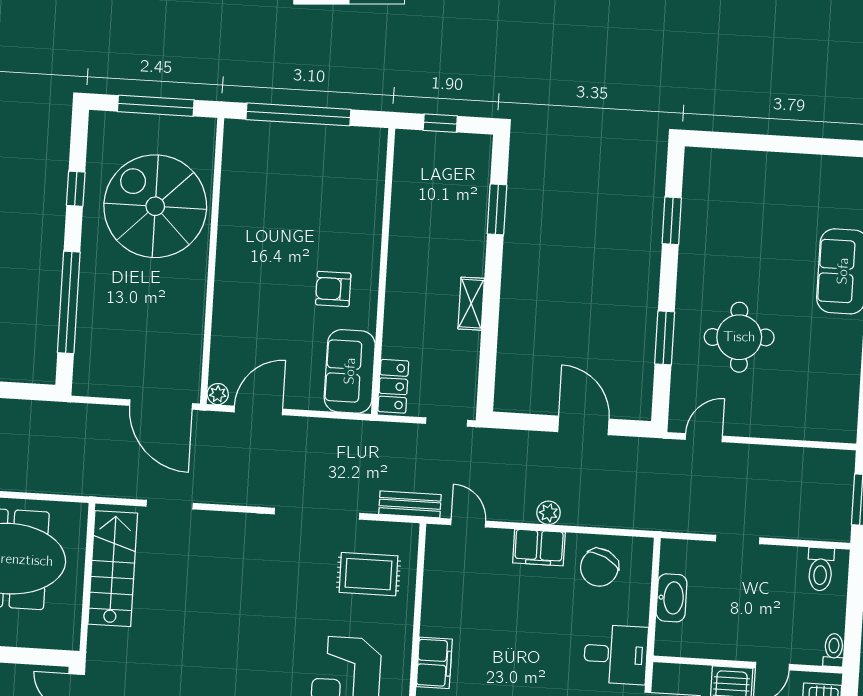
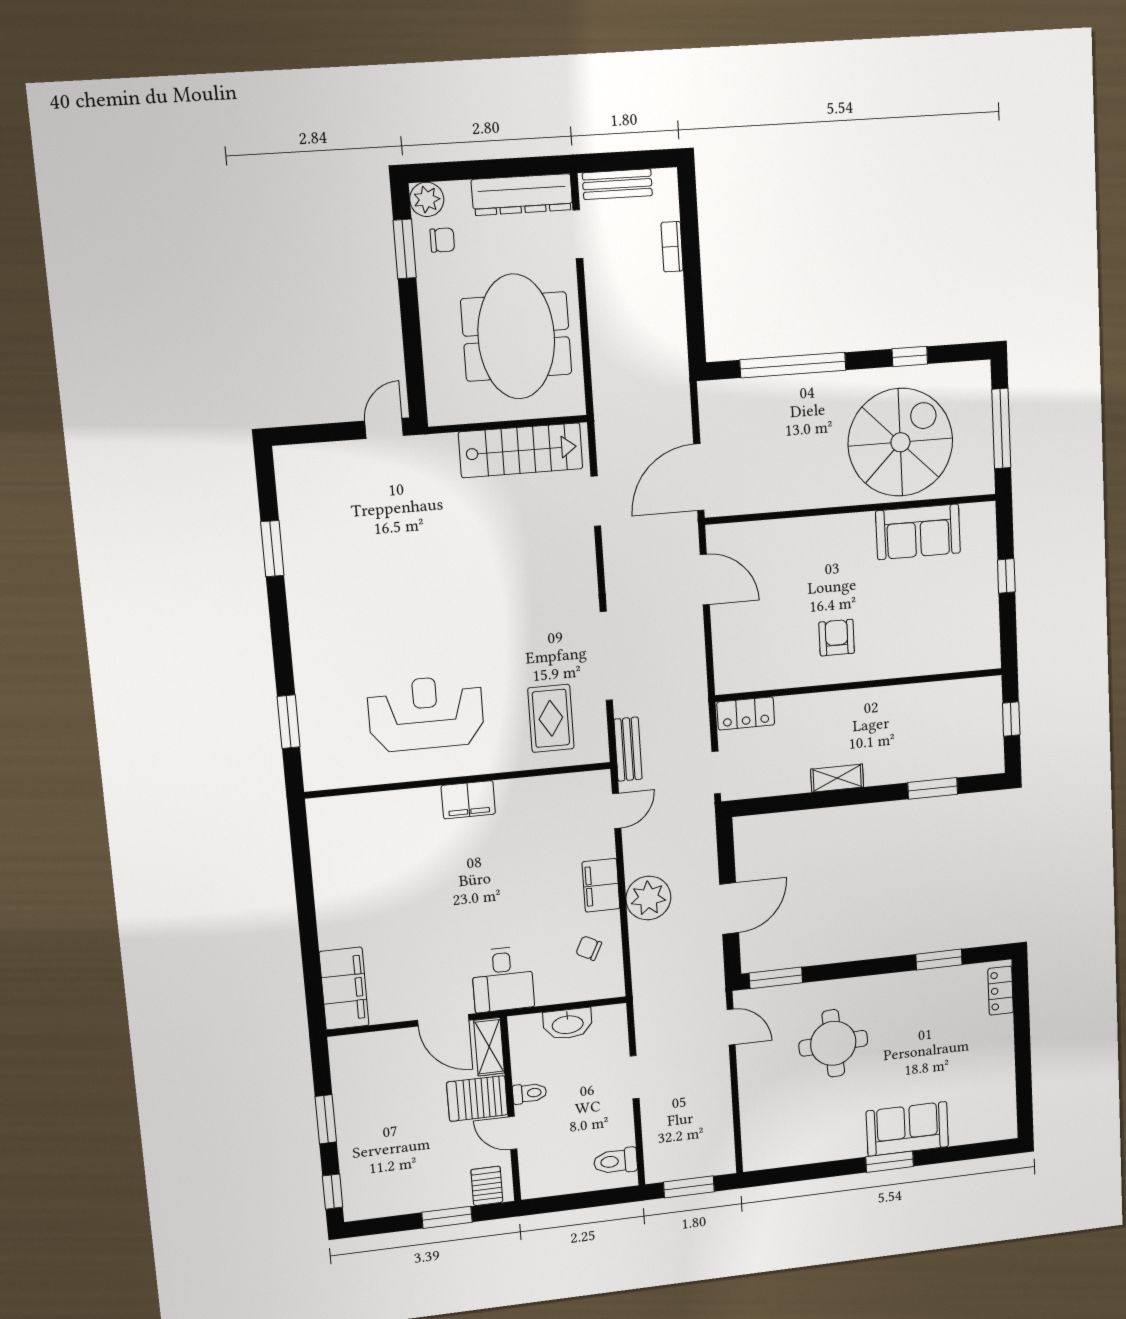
window: (298, 114) -> (1006, 576), width x0.32
locker: (715, 161) -> (1001, 991), added
window: (665, 338) -> (776, 978), moved
sofa: (350, 371) -> (918, 532), moved, turned 180
plant: (218, 394) -> (717, 535), removed
plant: (549, 513) -> (648, 898), width x1.87, depth x1.87
chair: (599, 567) -> (589, 948), width x0.54, depth x0.54
toilet: (834, 650) -> (530, 1093), moved
shelving: (681, 677) -> (489, 1047), added

